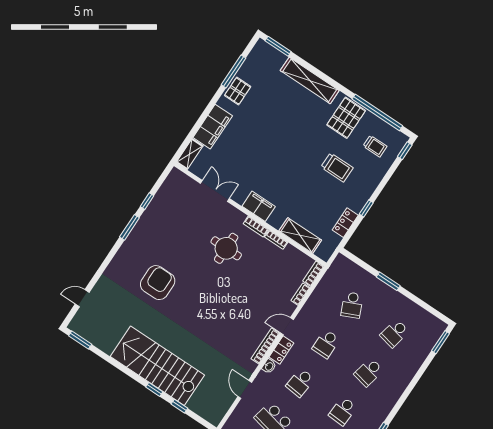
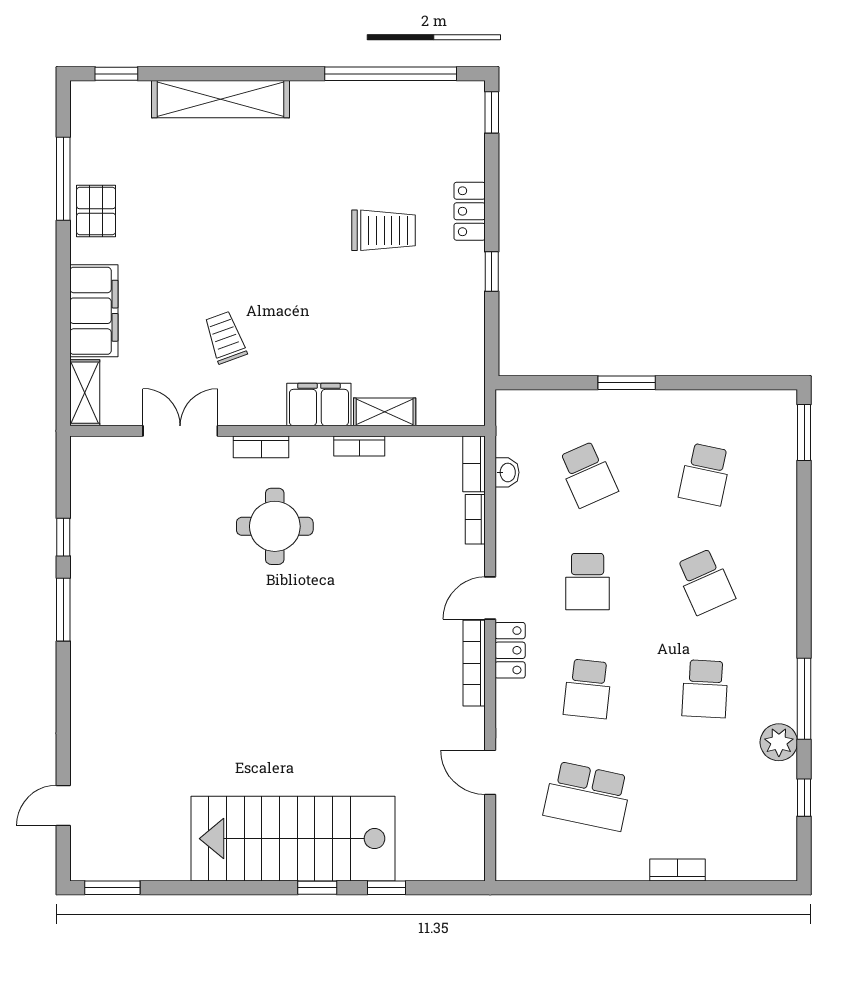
window: (278, 46) -> (116, 74), width x0.67
pallet: (346, 118) -> (338, 124), removed
trolley: (375, 146) -> (225, 337), moved, turned -110
filing cabinet: (259, 206) -> (319, 405), moved
locker: (345, 223) -> (470, 211), moved
bookcase: (256, 227) -> (261, 447), moved
shelving: (300, 235) -> (385, 412), width x0.67, depth x0.75
armchair: (158, 283) -> (187, 679), removed
washbasin: (269, 366) -> (507, 472), moved
school desk: (369, 372) -> (705, 582), turned -36

